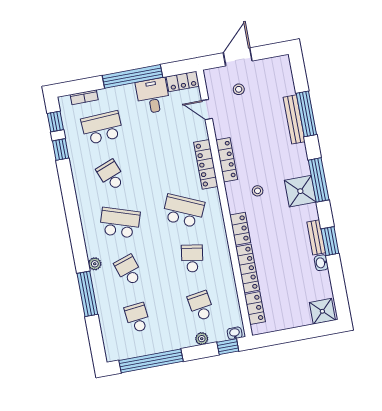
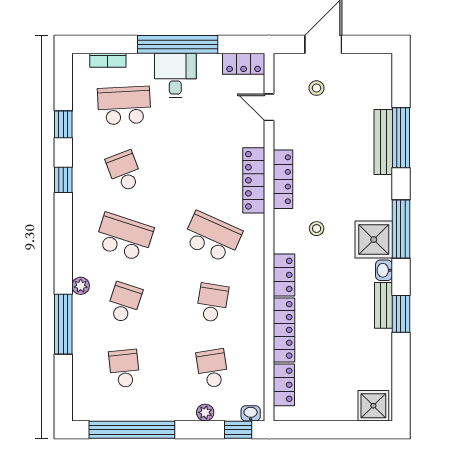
desk: (153, 96) -> (175, 75), moved
window: (55, 122) -> (63, 180), moved
washbasin: (321, 263) -> (384, 270), moved
school desk: (129, 270) -> (124, 303), turned 36

